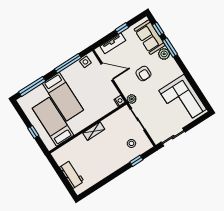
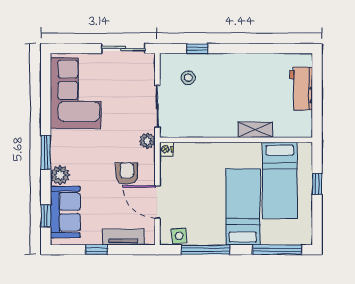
window: (170, 48) -> (46, 152), moved
armchair: (143, 74) -> (127, 173), moved
shelving: (94, 131) -> (255, 130), moved

